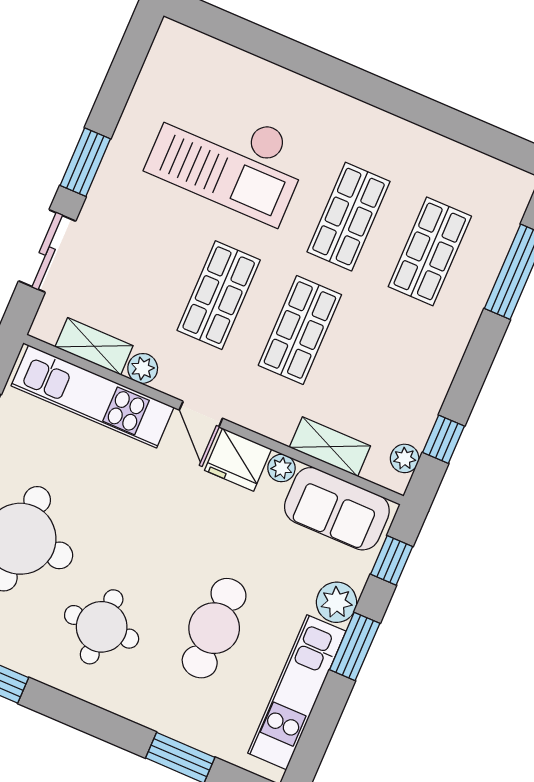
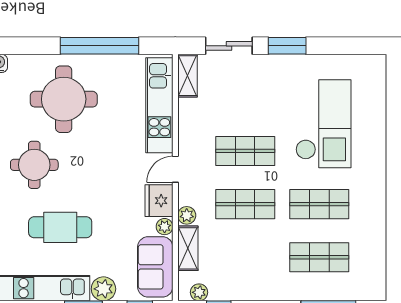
checkout: (228, 158) -> (323, 124), turned 180
shelving: (94, 346) -> (187, 76), moved
plant: (143, 368) -> (187, 215), moved

